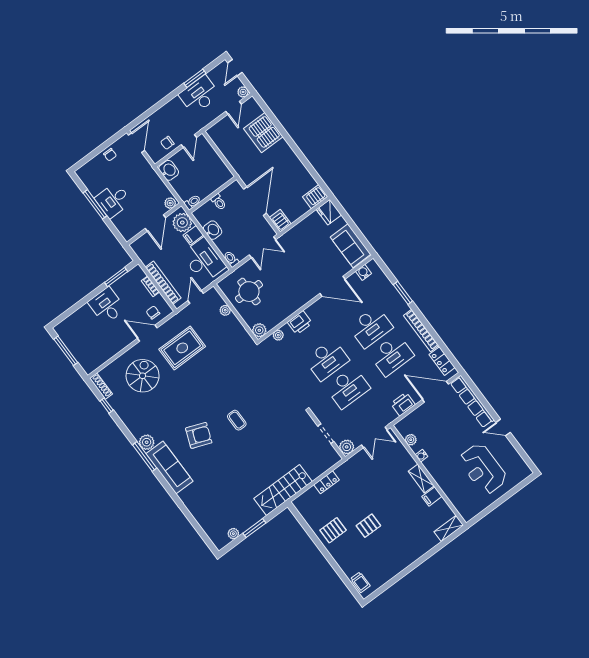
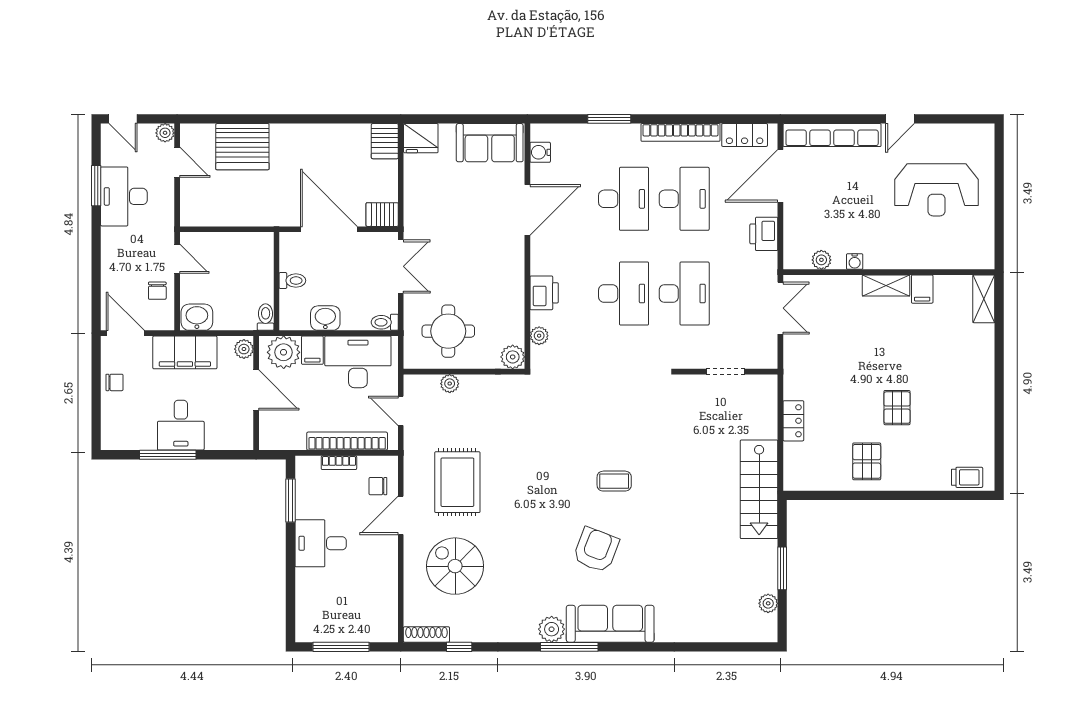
filing cabinet: (148, 177) -> (185, 352), added
plant: (347, 447) -> (765, 356), removed

